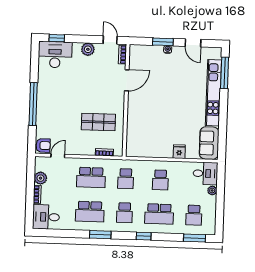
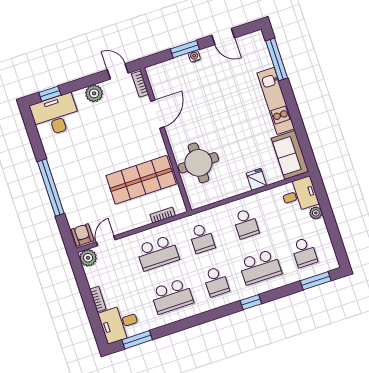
kitchen unit: (213, 93) -> (276, 101), width x0.73
shop shelf: (98, 122) -> (141, 180), width x1.43, depth x1.36
round table: (143, 125) -> (198, 163), added
armchair: (43, 145) -> (83, 235), turned -90
plant: (40, 178) -> (88, 258), moved
window: (100, 235) -> (137, 340), moved

